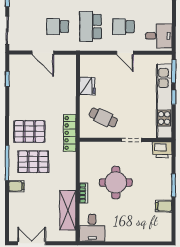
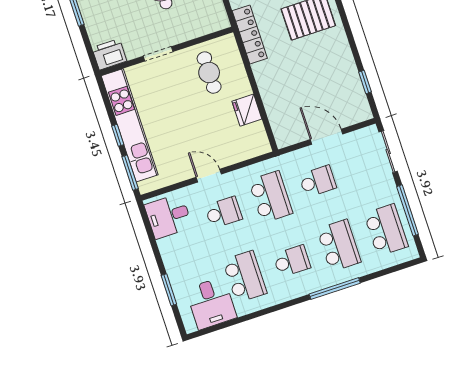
cafe table: (103, 117) -> (209, 73), turned 65

